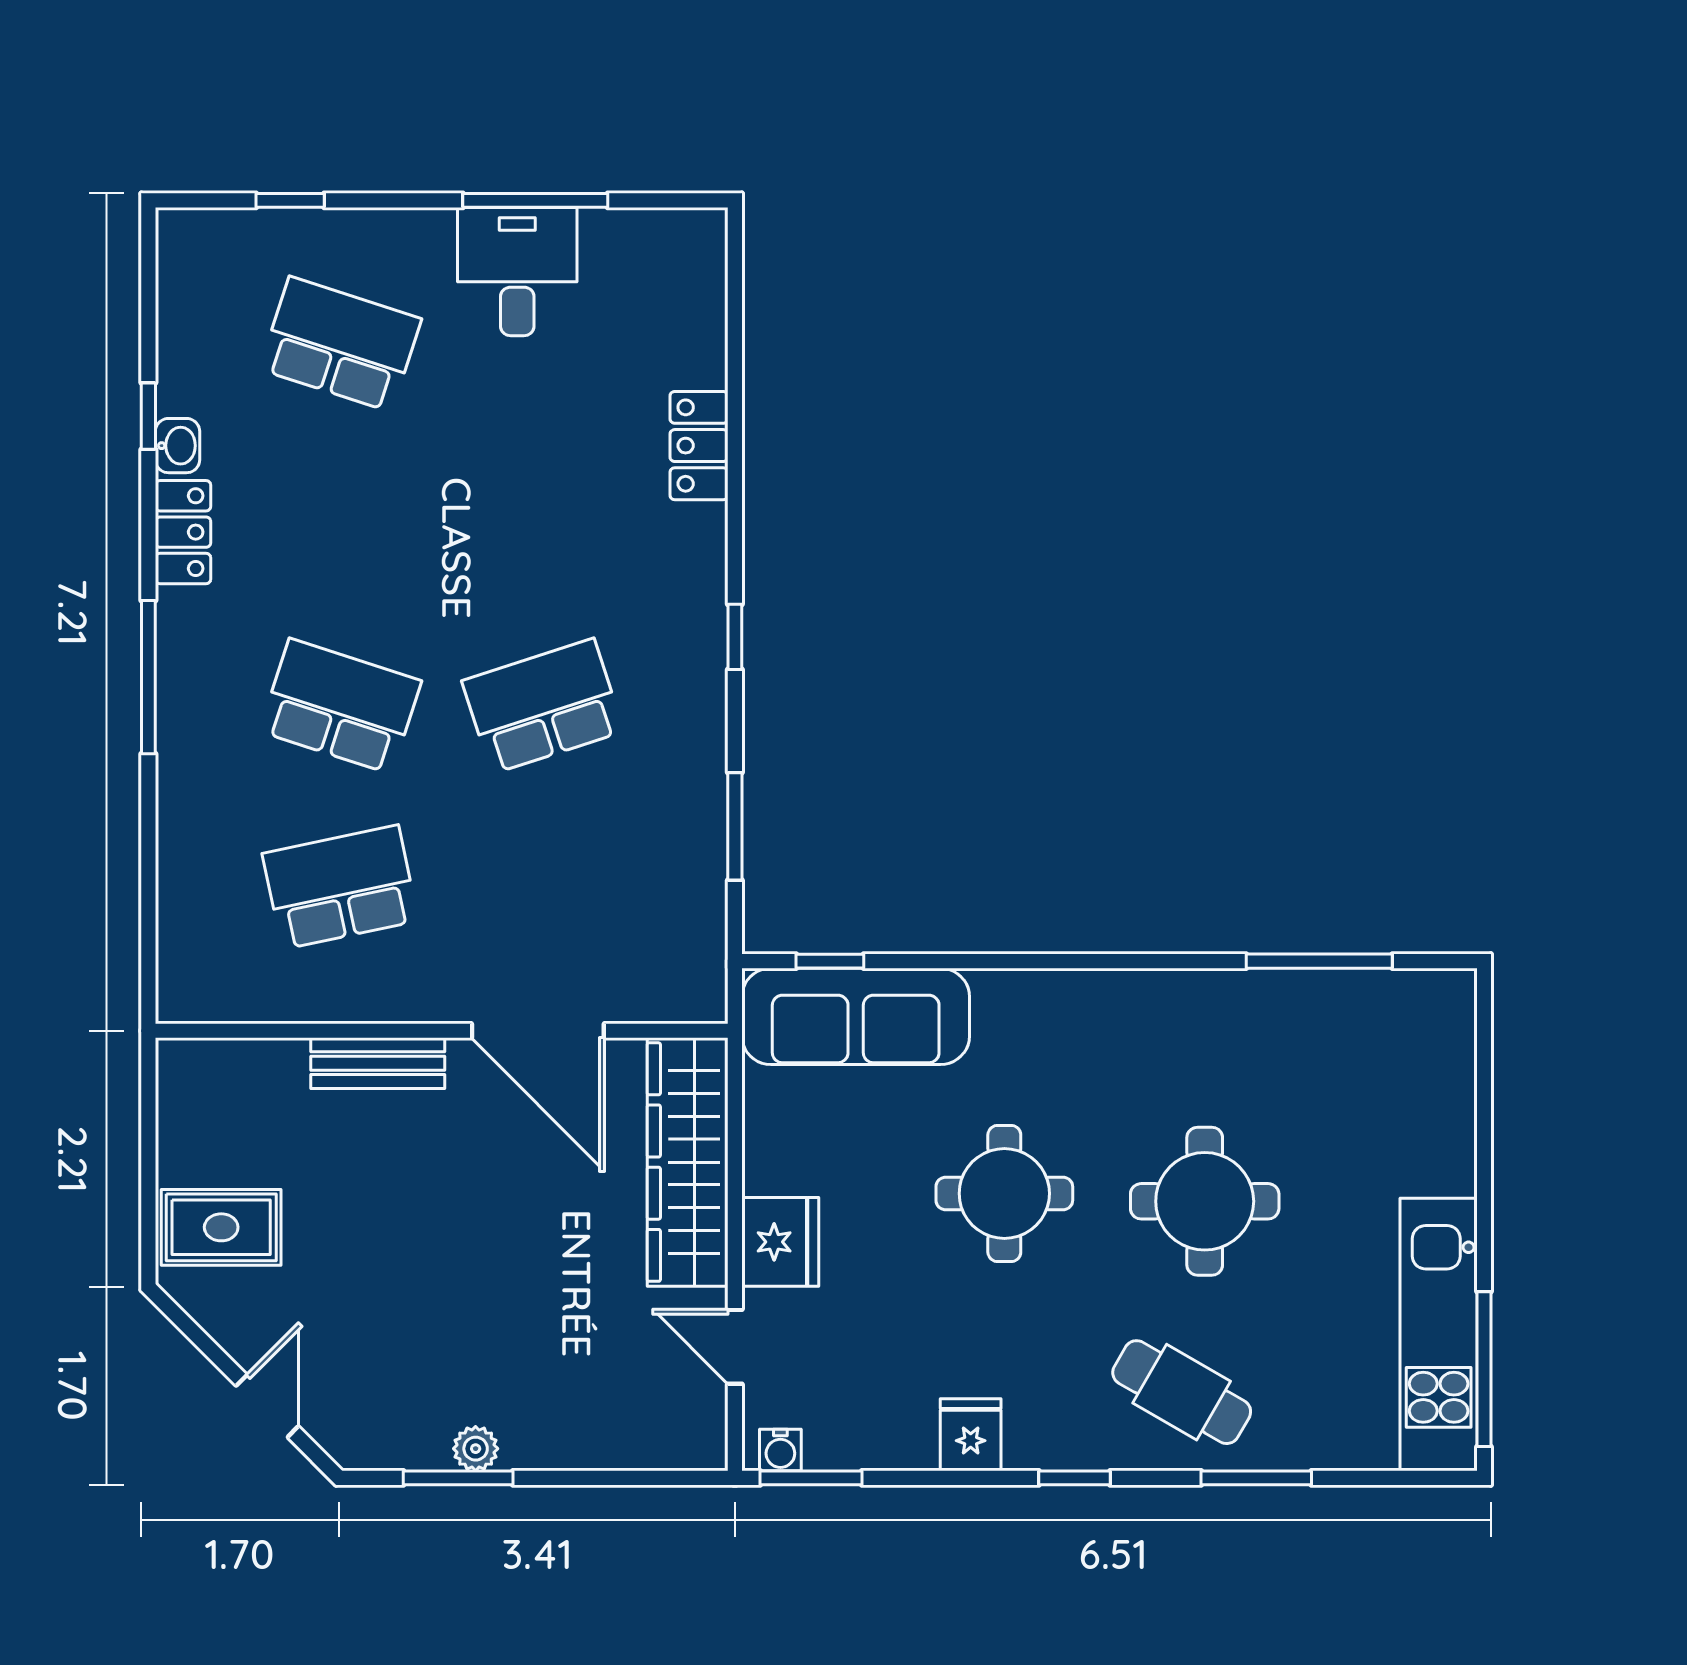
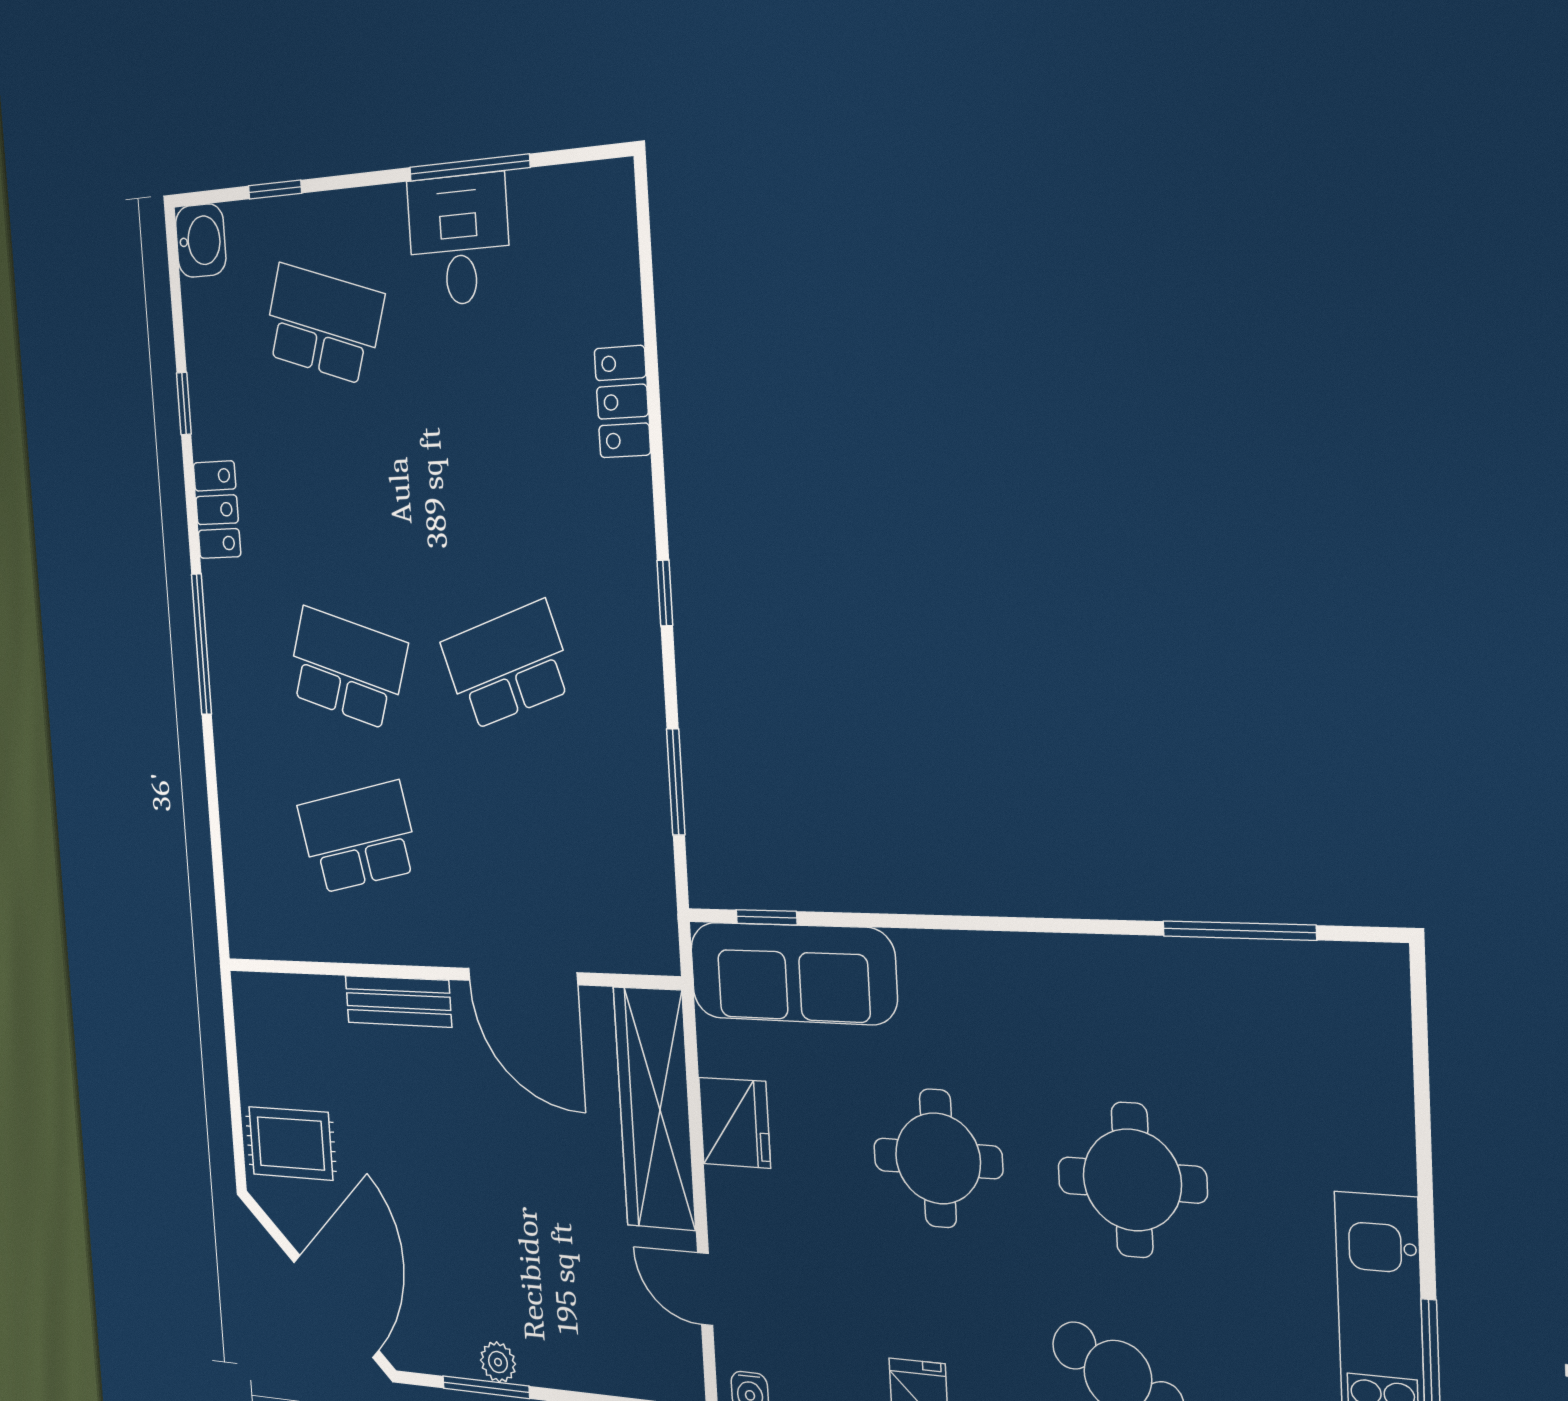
washbasin: (177, 446) -> (201, 241), moved, width x1.38, depth x1.45
fridge: (780, 1242) -> (734, 1123), moved
door: (267, 1406) -> (336, 1306), width x1.87

